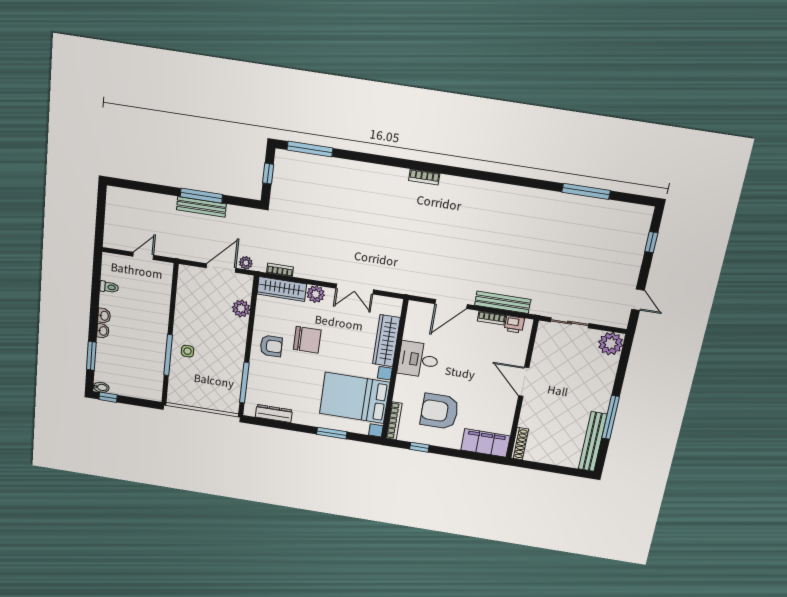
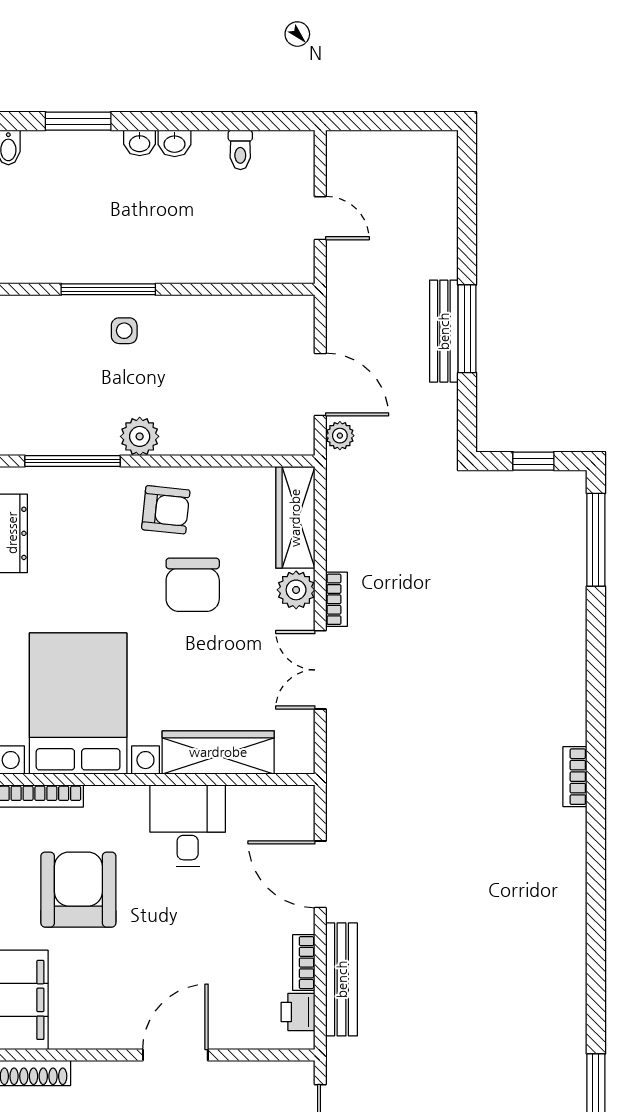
bookcase: (280, 270) -> (337, 599), moved
plant: (241, 308) -> (140, 436), moved
armchair: (271, 346) -> (166, 510), turned -83

